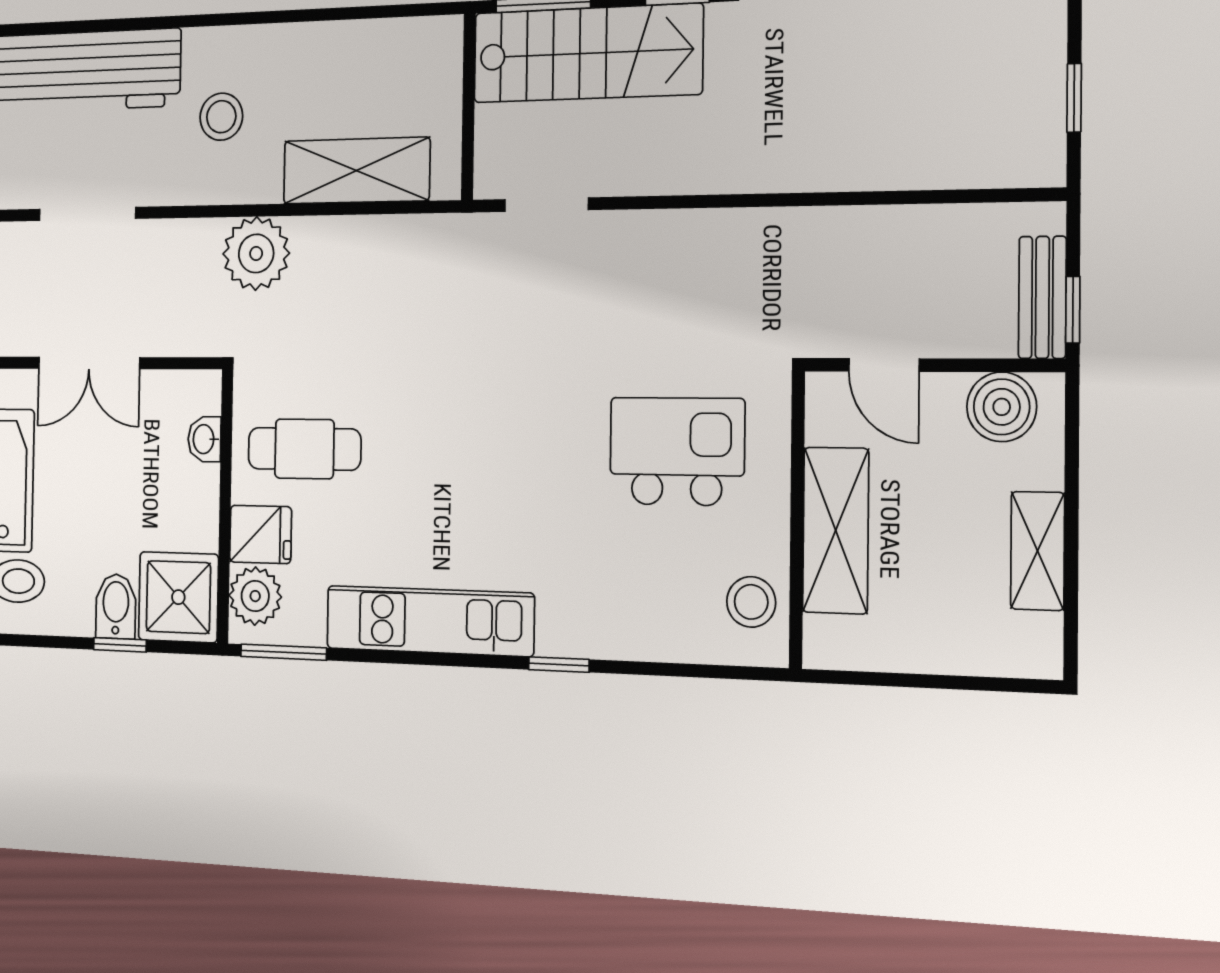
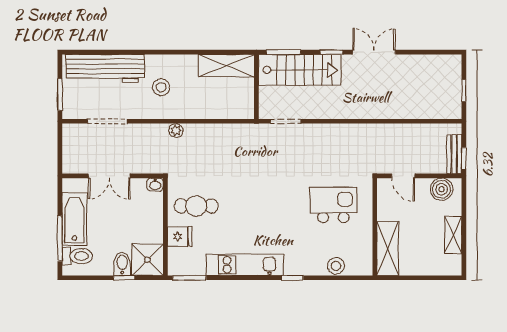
shelving: (356, 171) -> (226, 66), moved
plant: (256, 253) -> (176, 131), width x0.53, depth x0.53
washbasin: (204, 439) -> (155, 185), moved, turned -90
shelving: (836, 530) -> (388, 249), moved
plant: (255, 596) -> (178, 258), removed
stool: (751, 602) -> (336, 266), moved

